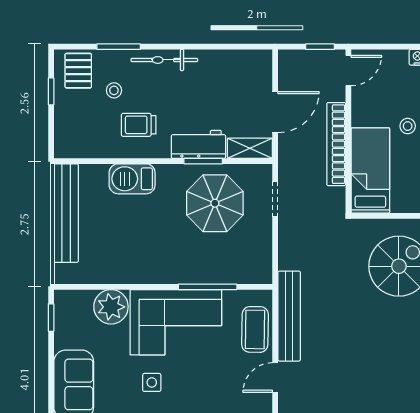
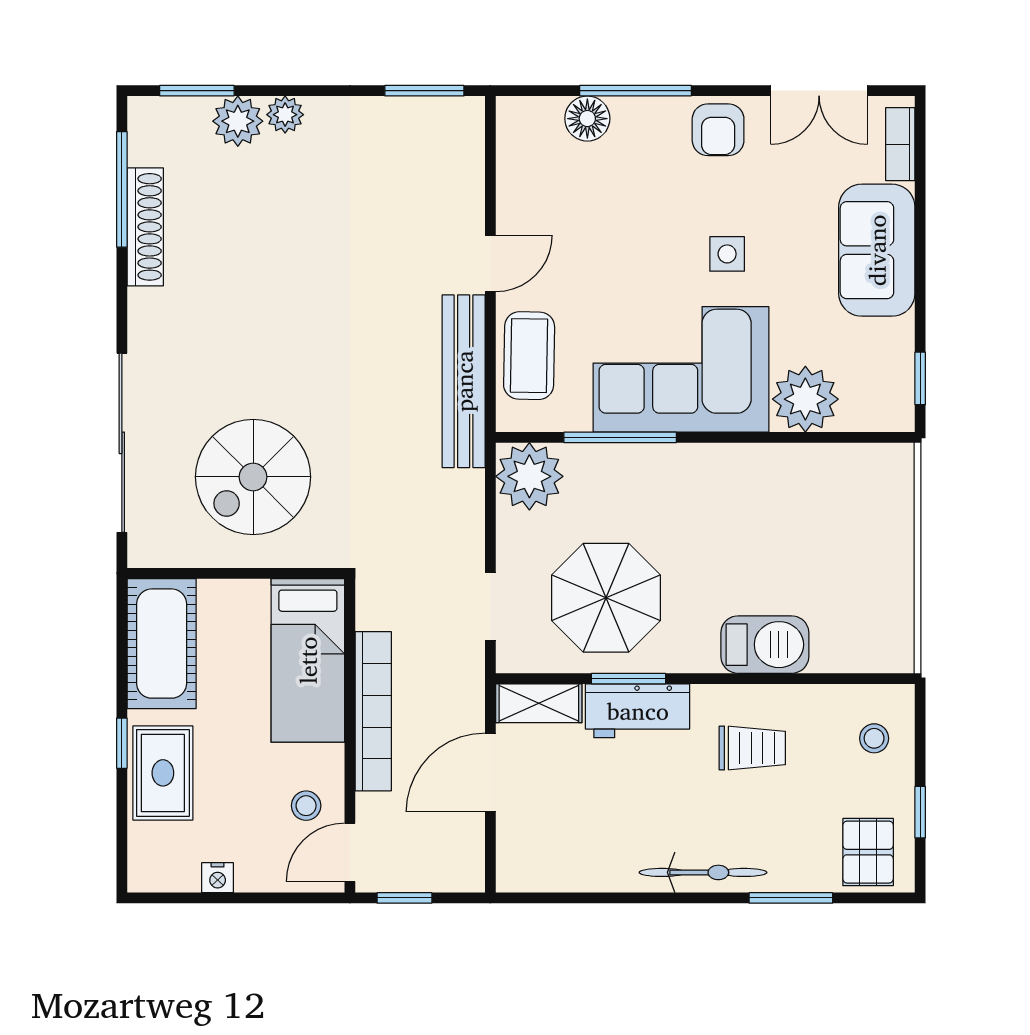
stool: (114, 90) -> (874, 738), moved
stool: (408, 126) -> (306, 806), moved
bench: (66, 213) -> (891, 579), removed
plant: (255, 266) -> (529, 476), added

